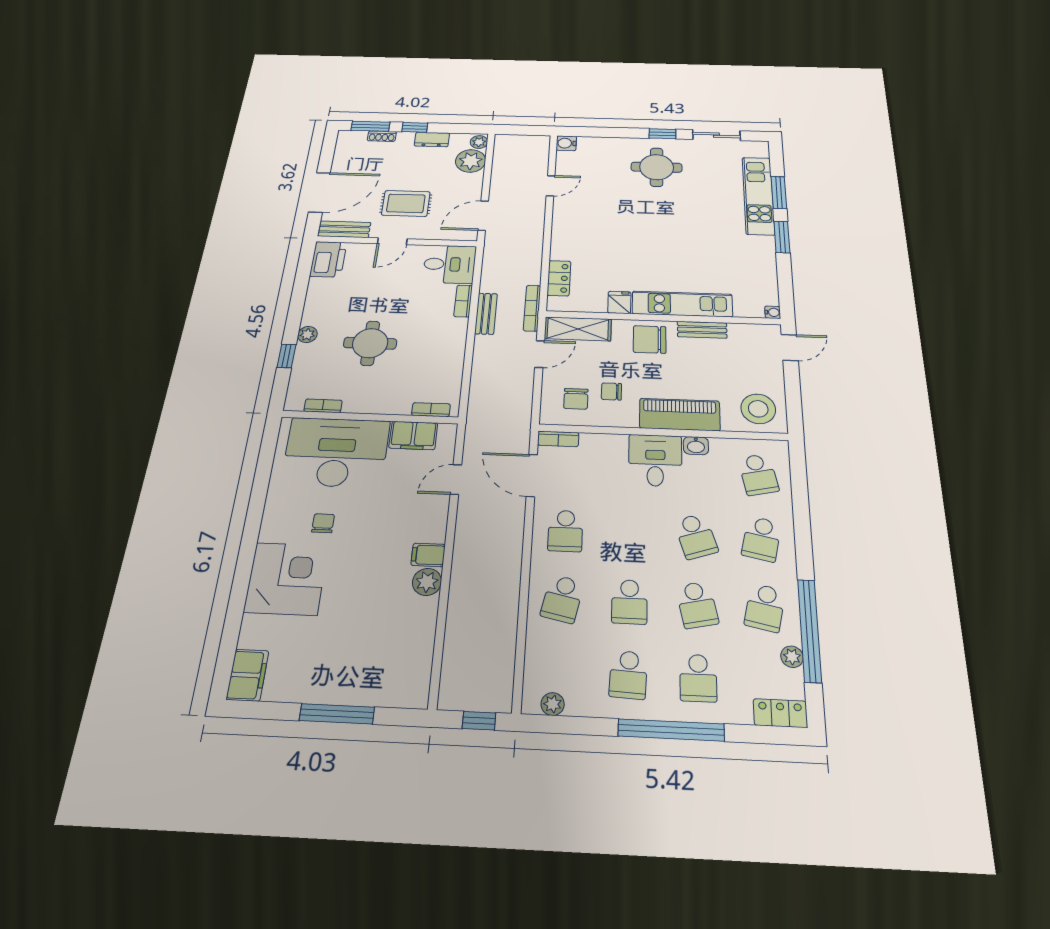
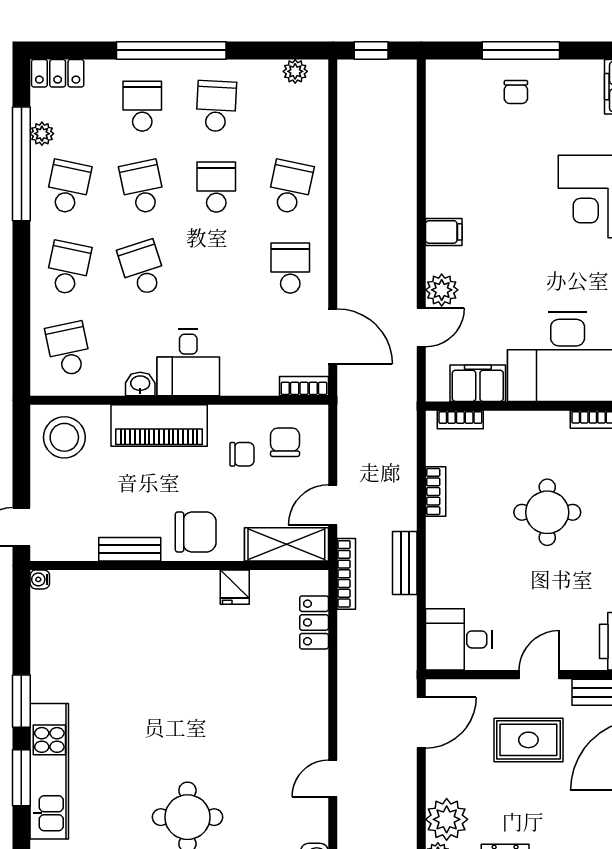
bookcase: (463, 301) -> (436, 491), moved
kitchen unit: (682, 304) -> (154, 588), removed
chair: (323, 523) -> (516, 92), moved
plant: (427, 582) -> (442, 290), moved

